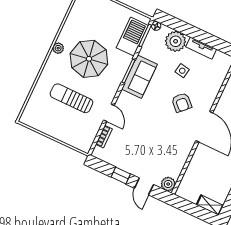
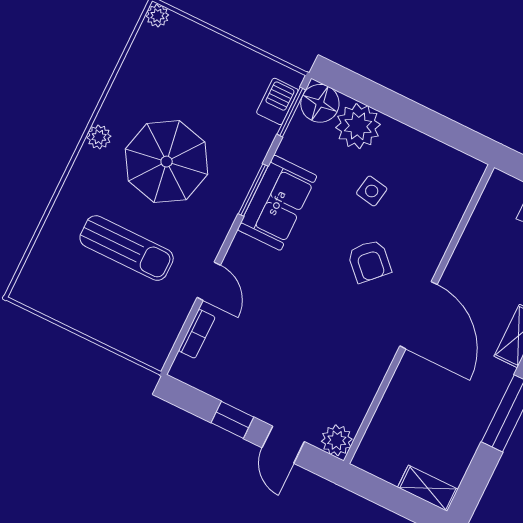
floor lamp: (156, 26) -> (320, 103), width x1.89, depth x1.89
barbecue: (132, 37) -> (277, 101), width x0.53, depth x0.65
tv unit: (201, 48) -> (414, 142), removed
sun lounger: (71, 98) -> (127, 248), turned 180

